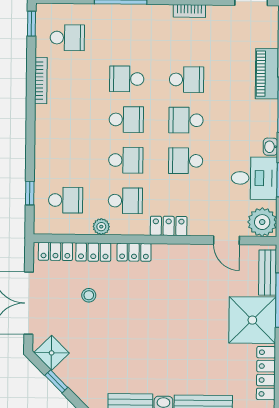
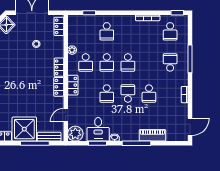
school desk: (127, 79) -> (170, 62), moved
school desk: (186, 161) -> (107, 94), turned 180
school desk: (66, 200) -> (107, 31), moved
locker: (93, 252) -> (59, 87), moved

